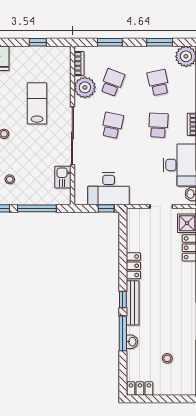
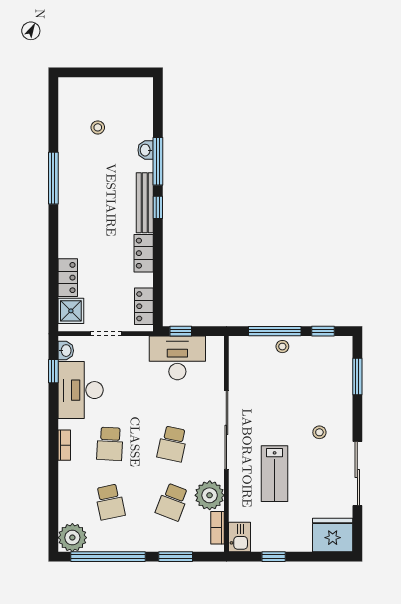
window: (160, 42) -> (108, 557), width x2.11
kitchen sink: (63, 177) -> (239, 537), moved
stool: (10, 179) -> (282, 347), moved
locker: (140, 389) -> (144, 306), moved, turned 90

